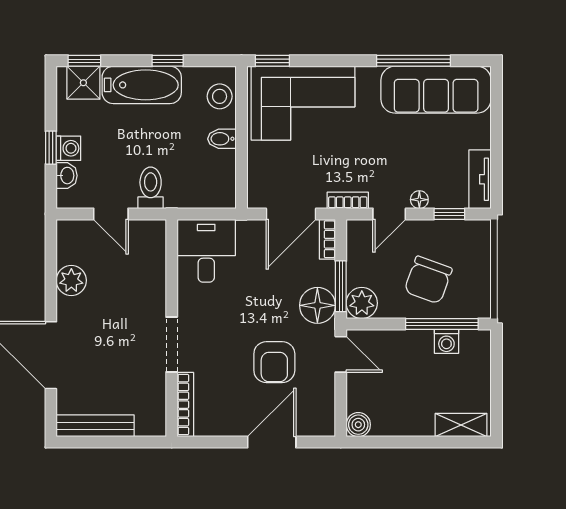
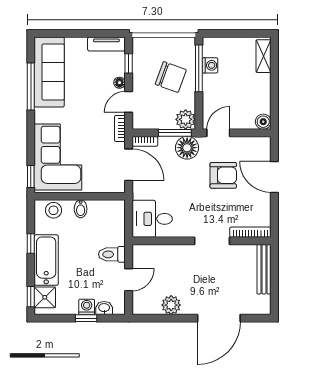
door: (389, 214) -> (129, 102), swing flipped
bench: (95, 426) -> (264, 269), moved

